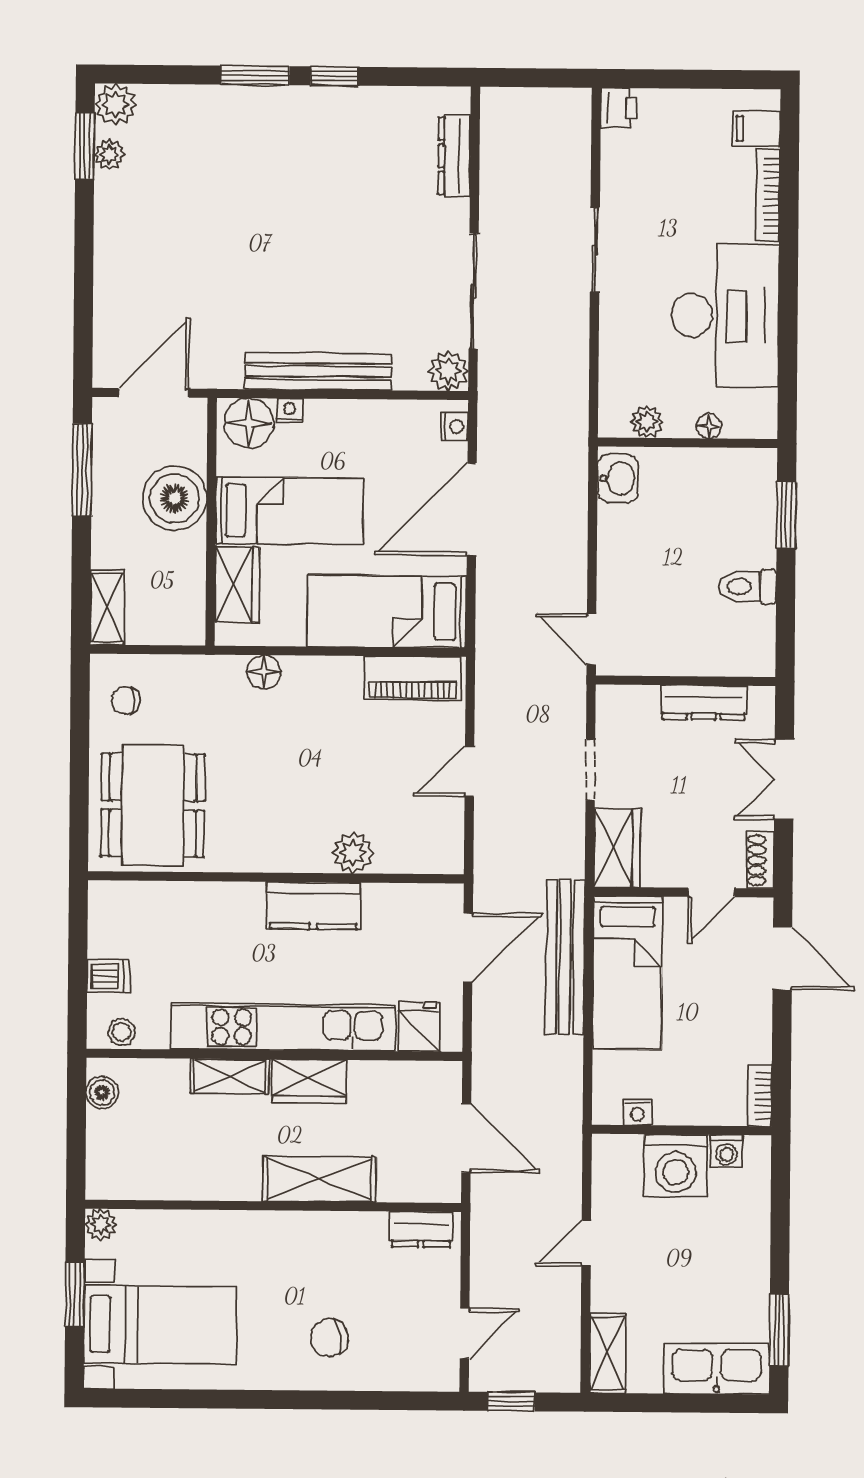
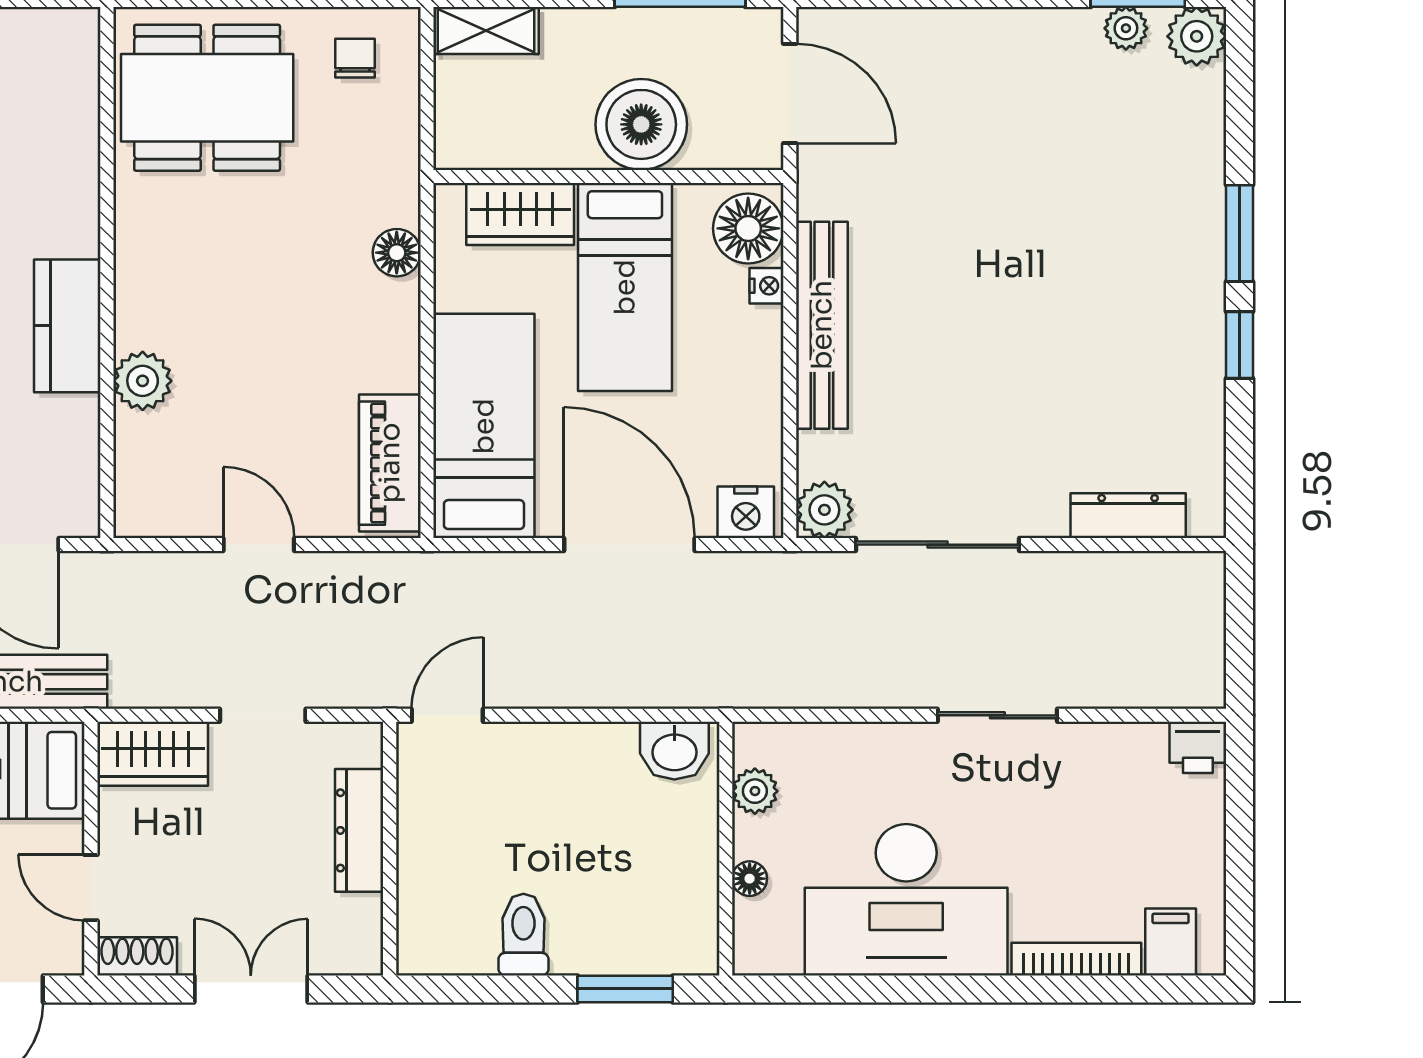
nightstand: (454, 427) -> (746, 512), width x1.39, depth x1.35
dresser: (704, 702) -> (359, 830), moved

